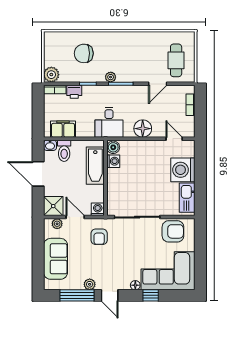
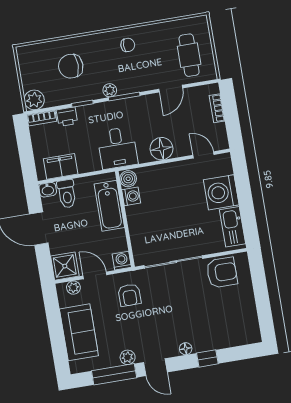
chair: (130, 45) -> (128, 45), added
corner sofa: (168, 271) -> (224, 323), removed

